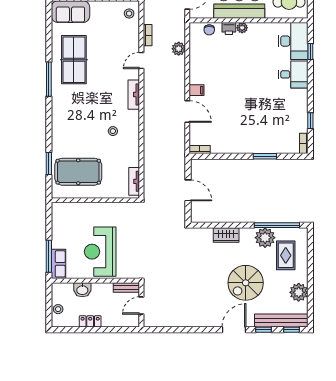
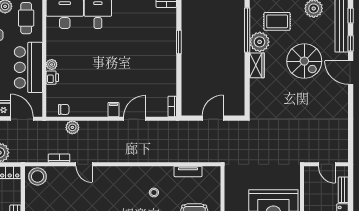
stool: (129, 13) -> (38, 176), width x1.89, depth x1.89
chair: (209, 30) -> (64, 109), moved
tv unit: (134, 95) -> (118, 172), removed
tv unit: (134, 181) -> (188, 171), moved
wardrobe: (226, 235) -> (257, 65), moved
bench: (126, 288) -> (343, 190), moved

